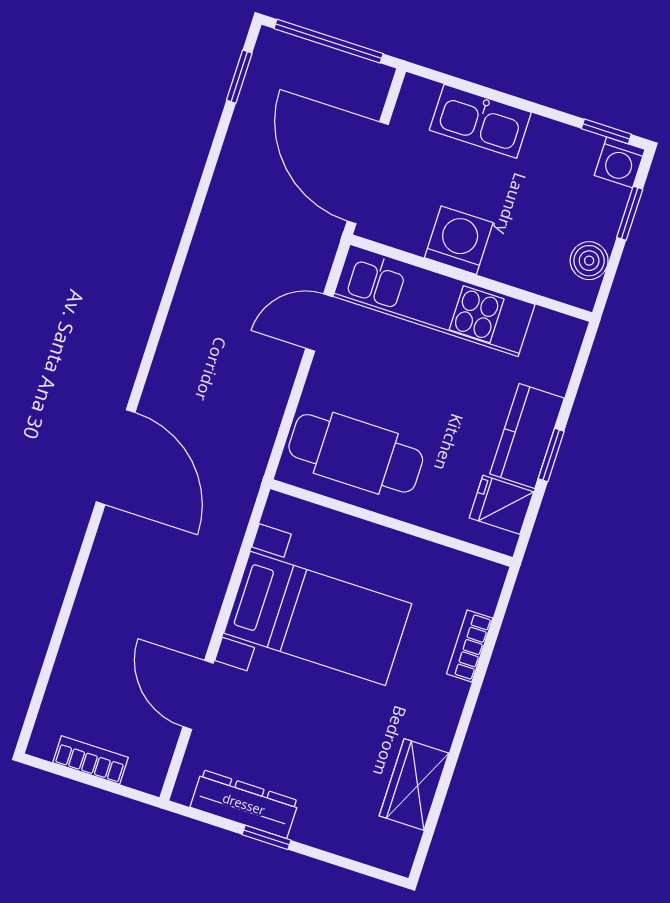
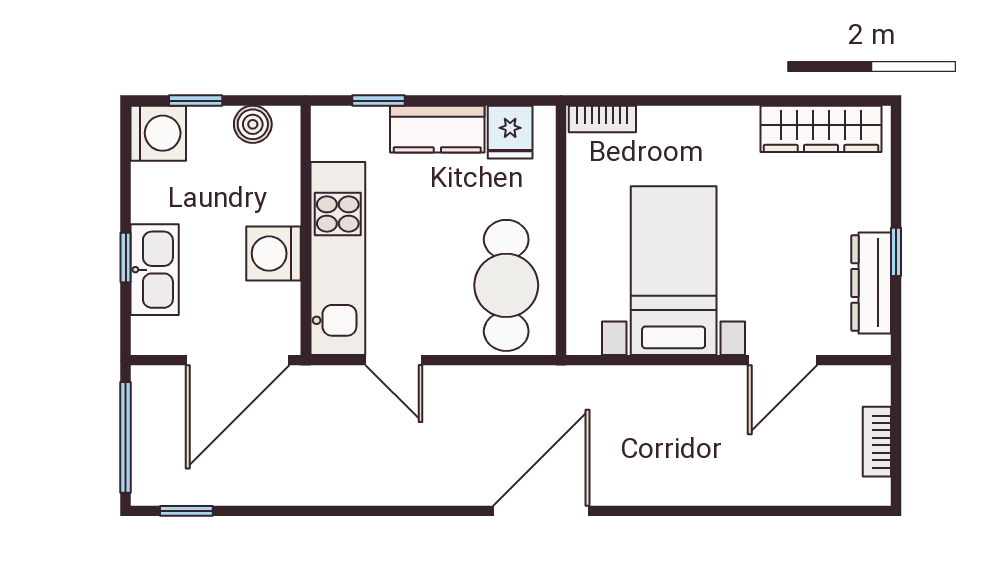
window: (606, 131) -> (126, 257), moved
washing machine: (620, 162) -> (158, 133), width x1.38, depth x1.38
window: (551, 455) -> (378, 101), moved
door: (116, 457) -> (541, 511), moved
bookcase: (470, 646) -> (602, 119), moved
wardrobe: (414, 784) -> (821, 129), width x1.50

